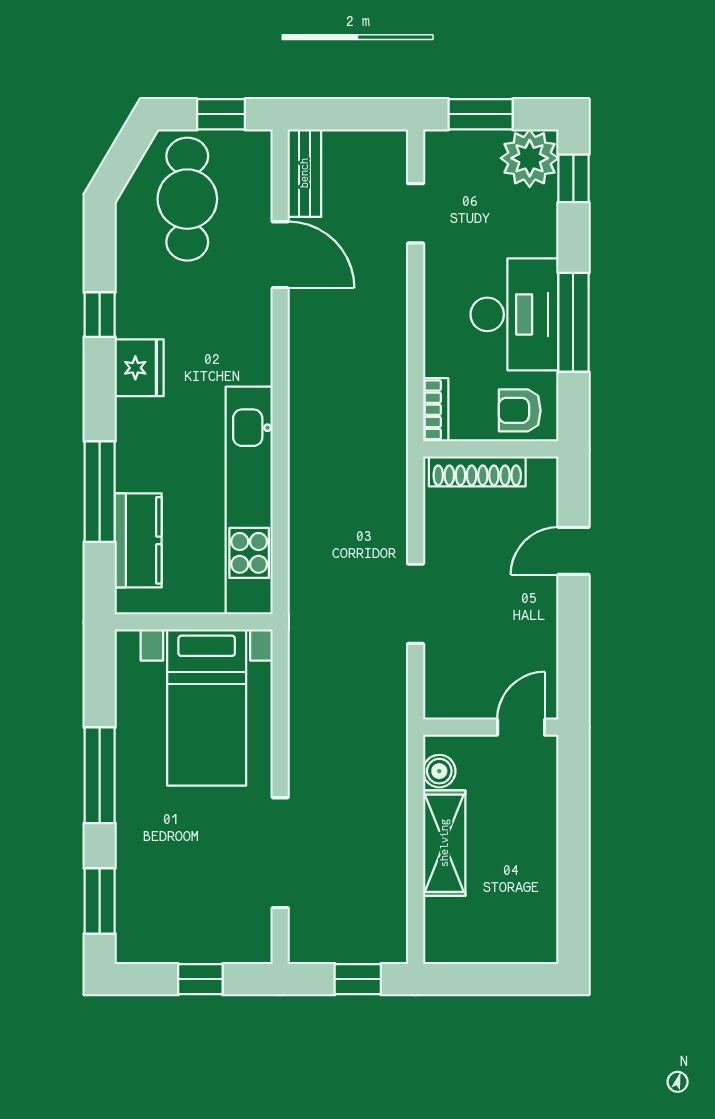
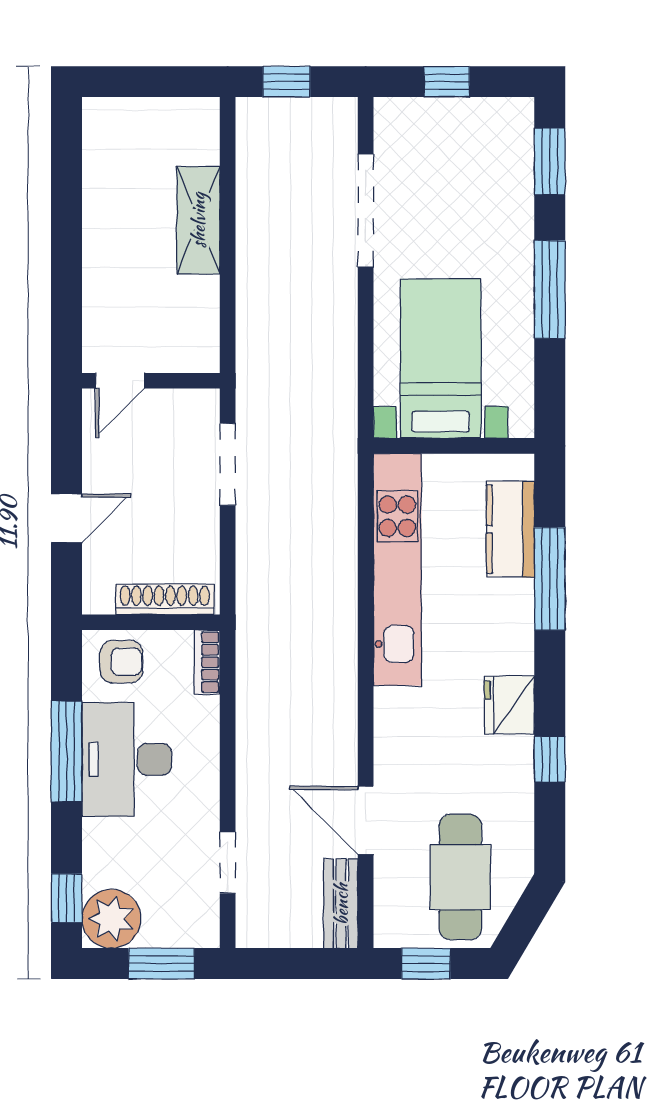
wall: (491, 727) -> (151, 381), moved
door: (521, 727) -> (120, 381), moved
boiler: (439, 771) -> (203, 294), removed

